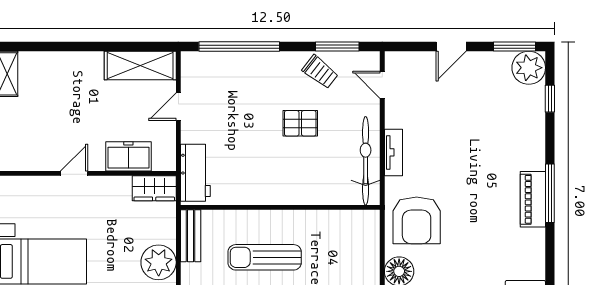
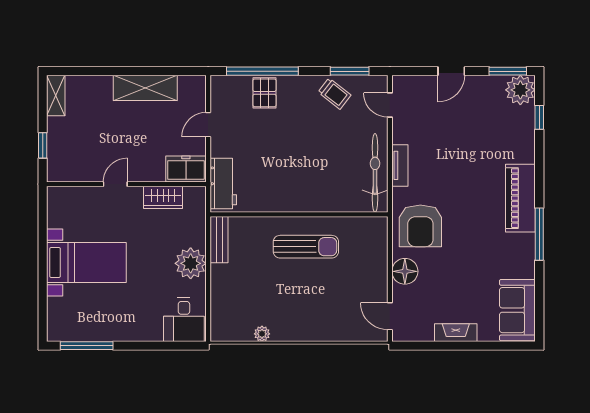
shelving: (140, 65) -> (145, 88), moved
pallet: (300, 123) -> (264, 93), moved, turned 90
freezer: (128, 156) -> (186, 169), moved
wardrobe: (154, 188) -> (163, 197), moved
window: (550, 193) -> (539, 234), moved
piano: (533, 199) -> (520, 198), width x1.37, depth x1.33
sun lounger: (265, 257) -> (306, 247), moved, turned 180

